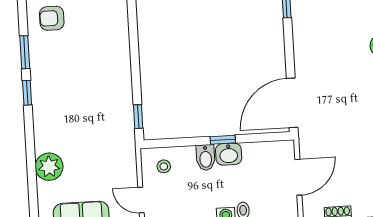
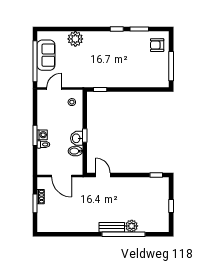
armchair: (52, 18) -> (157, 45), turned -90
door: (292, 103) -> (103, 175), width x0.53
bidet: (206, 158) -> (75, 151), moved

